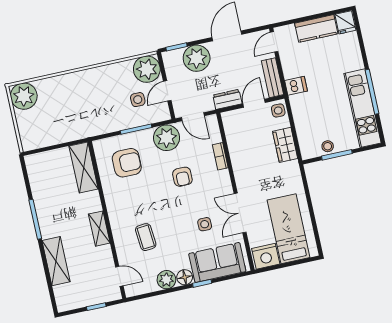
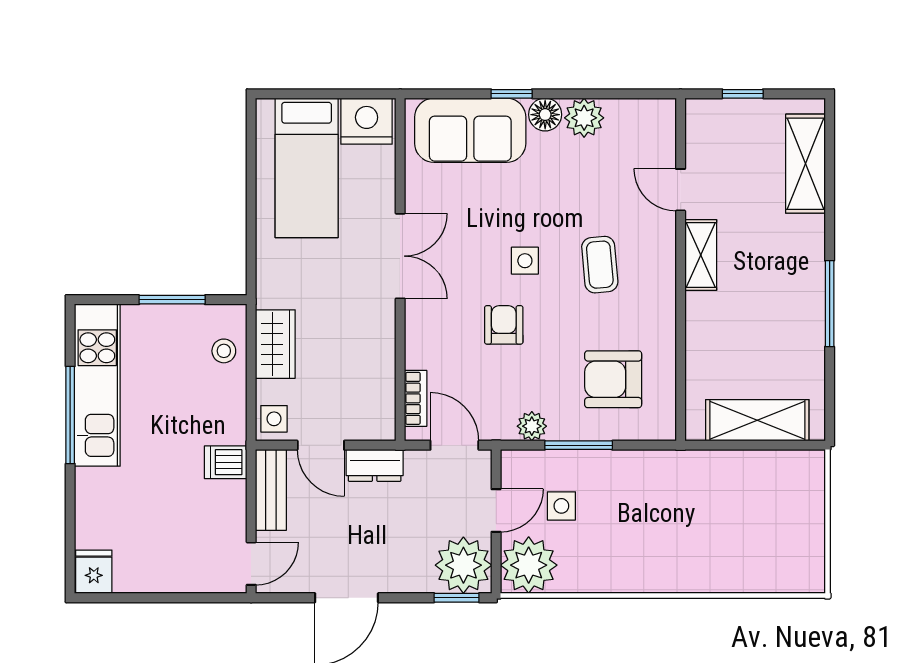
kitchen counter: (316, 28) -> (157, 572), removed
plant: (197, 58) -> (463, 565), moved
plant: (24, 96) -> (797, 565), removed
door: (254, 103) -> (321, 445), hinge flipped
plant: (167, 138) -> (532, 426), width x0.53, depth x0.53
stool: (328, 146) -> (224, 351), moved
bookcase: (220, 156) -> (416, 398), moved
shelving: (84, 168) -> (757, 420), moved, turned 90
double door: (240, 213) -> (400, 256), moved
side table: (205, 224) -> (525, 261), moved
coffee table: (146, 237) -> (600, 265), moved
shelving: (56, 261) -> (806, 164), moved
door: (119, 276) -> (681, 190), moved

